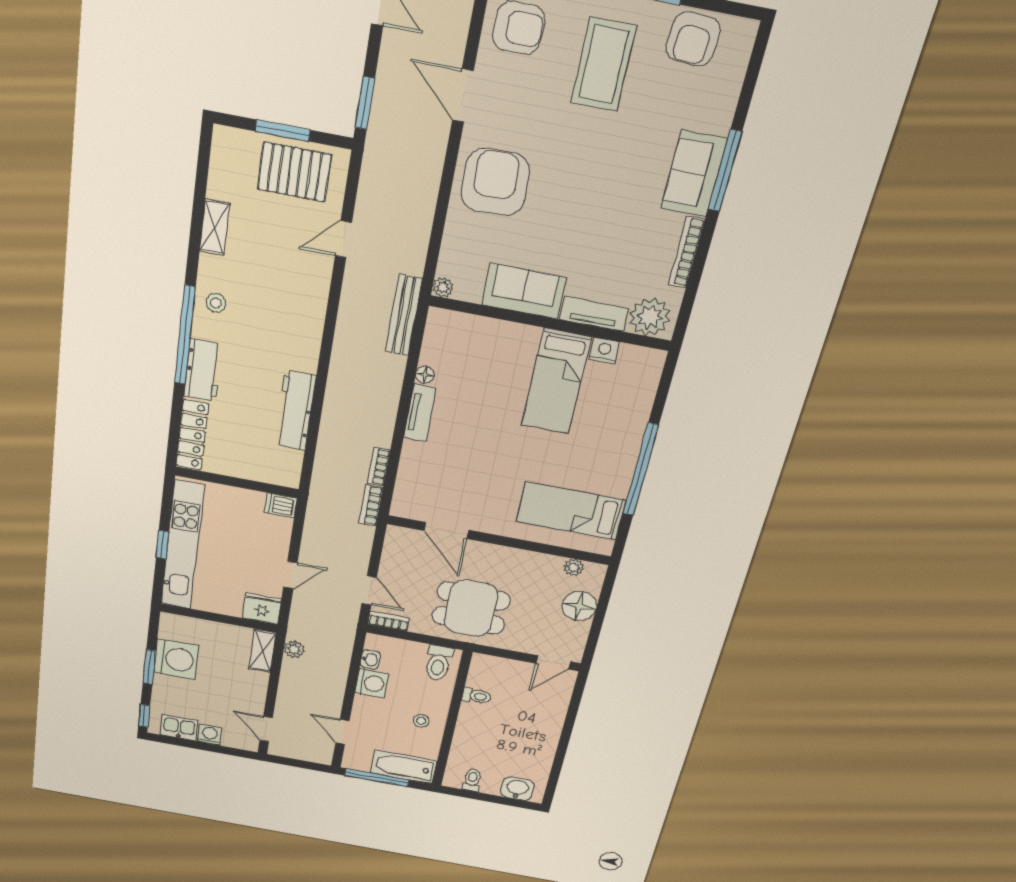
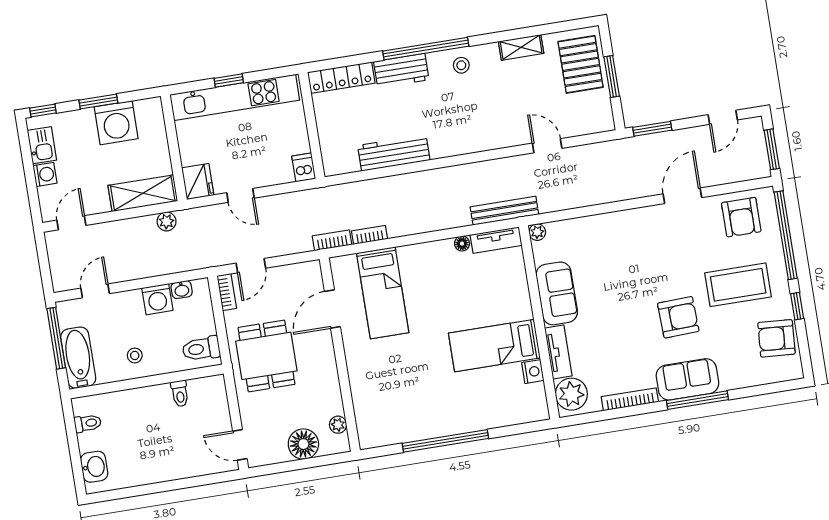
pallet: (294, 172) -> (581, 64), moved
armchair: (495, 182) -> (678, 317), moved, width x0.73, depth x0.73
tv unit: (420, 413) -> (496, 240), moved
bed: (571, 511) -> (383, 293), moved, turned 180
shelving: (262, 651) -> (143, 193), width x1.50, depth x1.33

